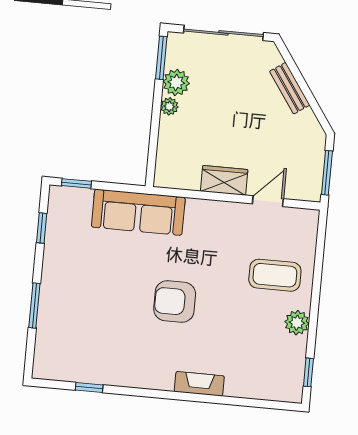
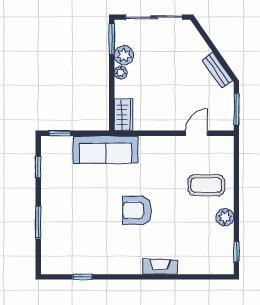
bench: (290, 88) -> (217, 70), moved
wardrobe: (224, 180) -> (124, 115), moved, turned 90

